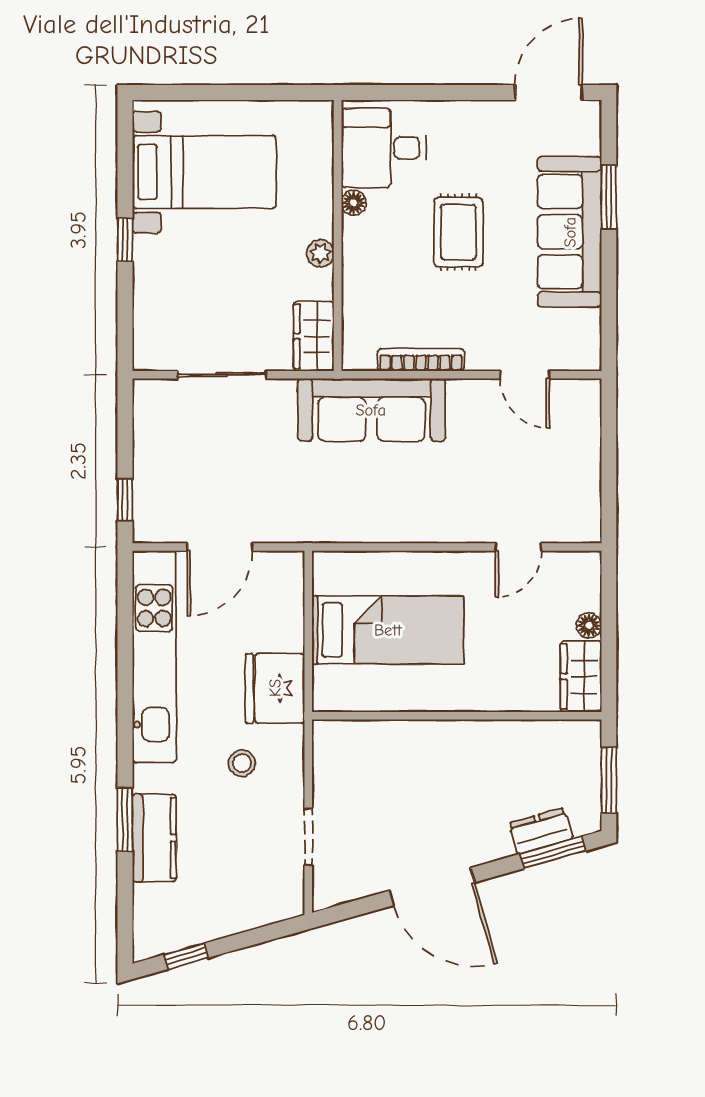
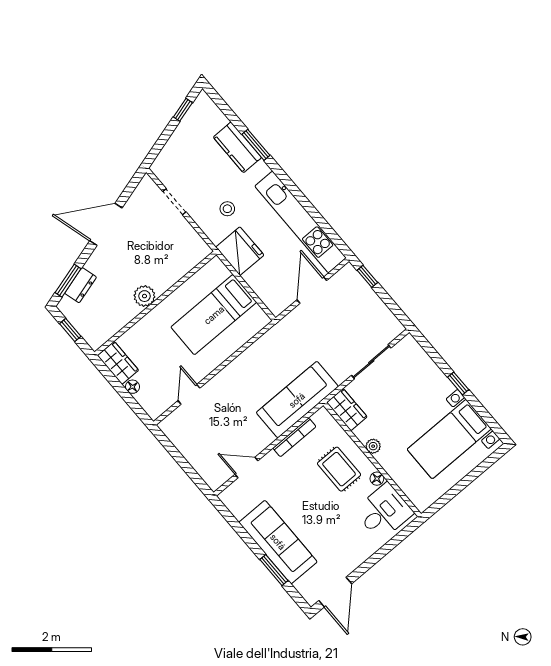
rug: (458, 232) -> (339, 469), moved
plant: (463, 739) -> (144, 296), added
window: (609, 780) -> (70, 330), width x0.67

